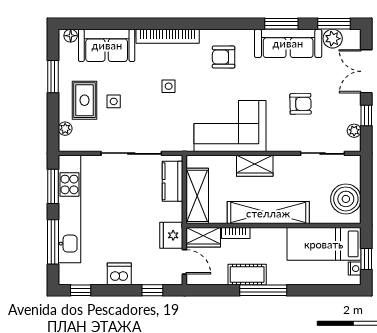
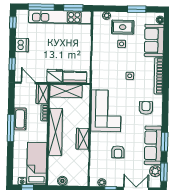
wardrobe: (255, 166) -> (82, 139), moved
boiler: (346, 199) -> (62, 181), width x0.54, depth x0.54
fridge: (171, 235) -> (55, 76), moved
door: (184, 262) -> (28, 83), swing flipped

